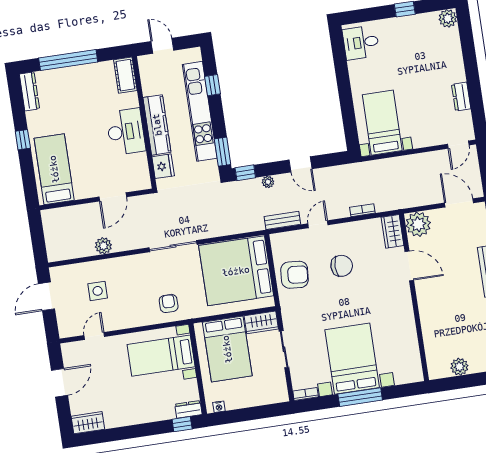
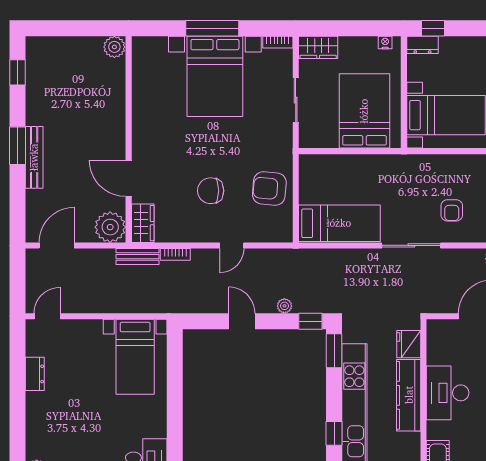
door: (459, 203) -> (57, 245), swing flipped
bench: (282, 220) -> (138, 257), moved
bed: (236, 271) -> (339, 223), width x0.49
armchair: (169, 303) -> (452, 210), moved
wardrobe: (261, 322) -> (318, 47), moved, turned 180
plant: (459, 367) -> (114, 47), moved

